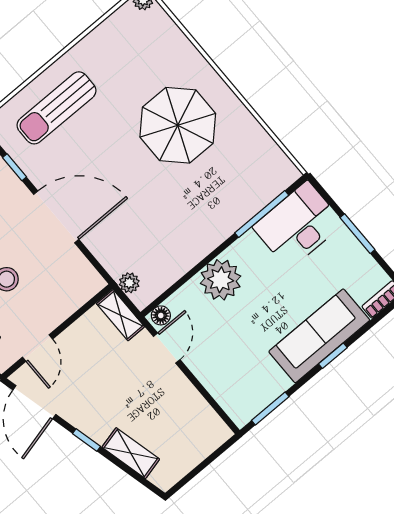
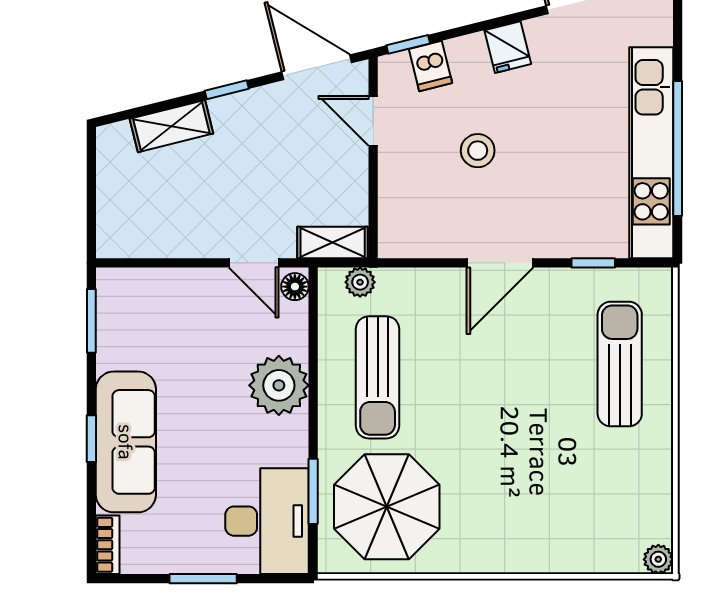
parasol: (178, 125) -> (387, 507), moved
window: (262, 214) -> (313, 491), width x0.69
door: (56, 217) -> (500, 263), width x0.73
sun lounger: (172, 231) -> (378, 377), added

